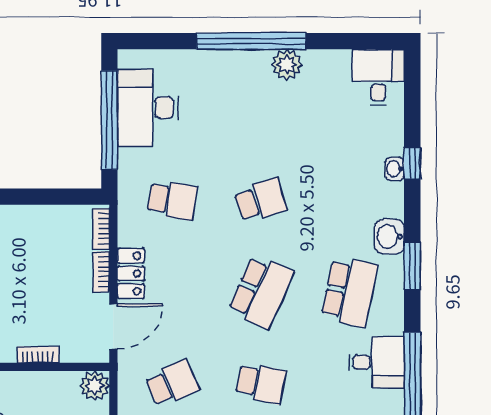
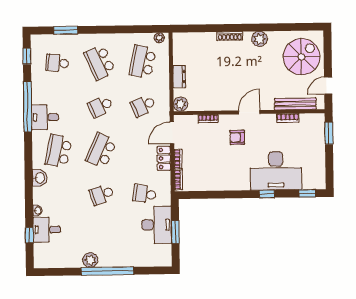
desk: (378, 77) -> (47, 230), moved, turned 90
desk: (148, 108) -> (157, 225), moved
window: (109, 120) -> (175, 232), width x0.47
window: (412, 163) -> (29, 235), moved
window: (412, 266) -> (28, 164), removed
school desk: (261, 383) -> (101, 106), turned -36

